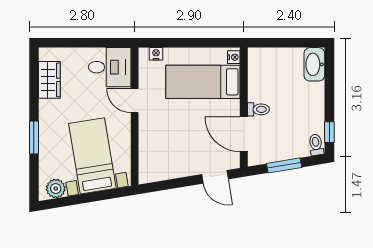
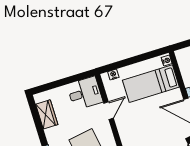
door: (135, 101) -> (109, 111), swing flipped

